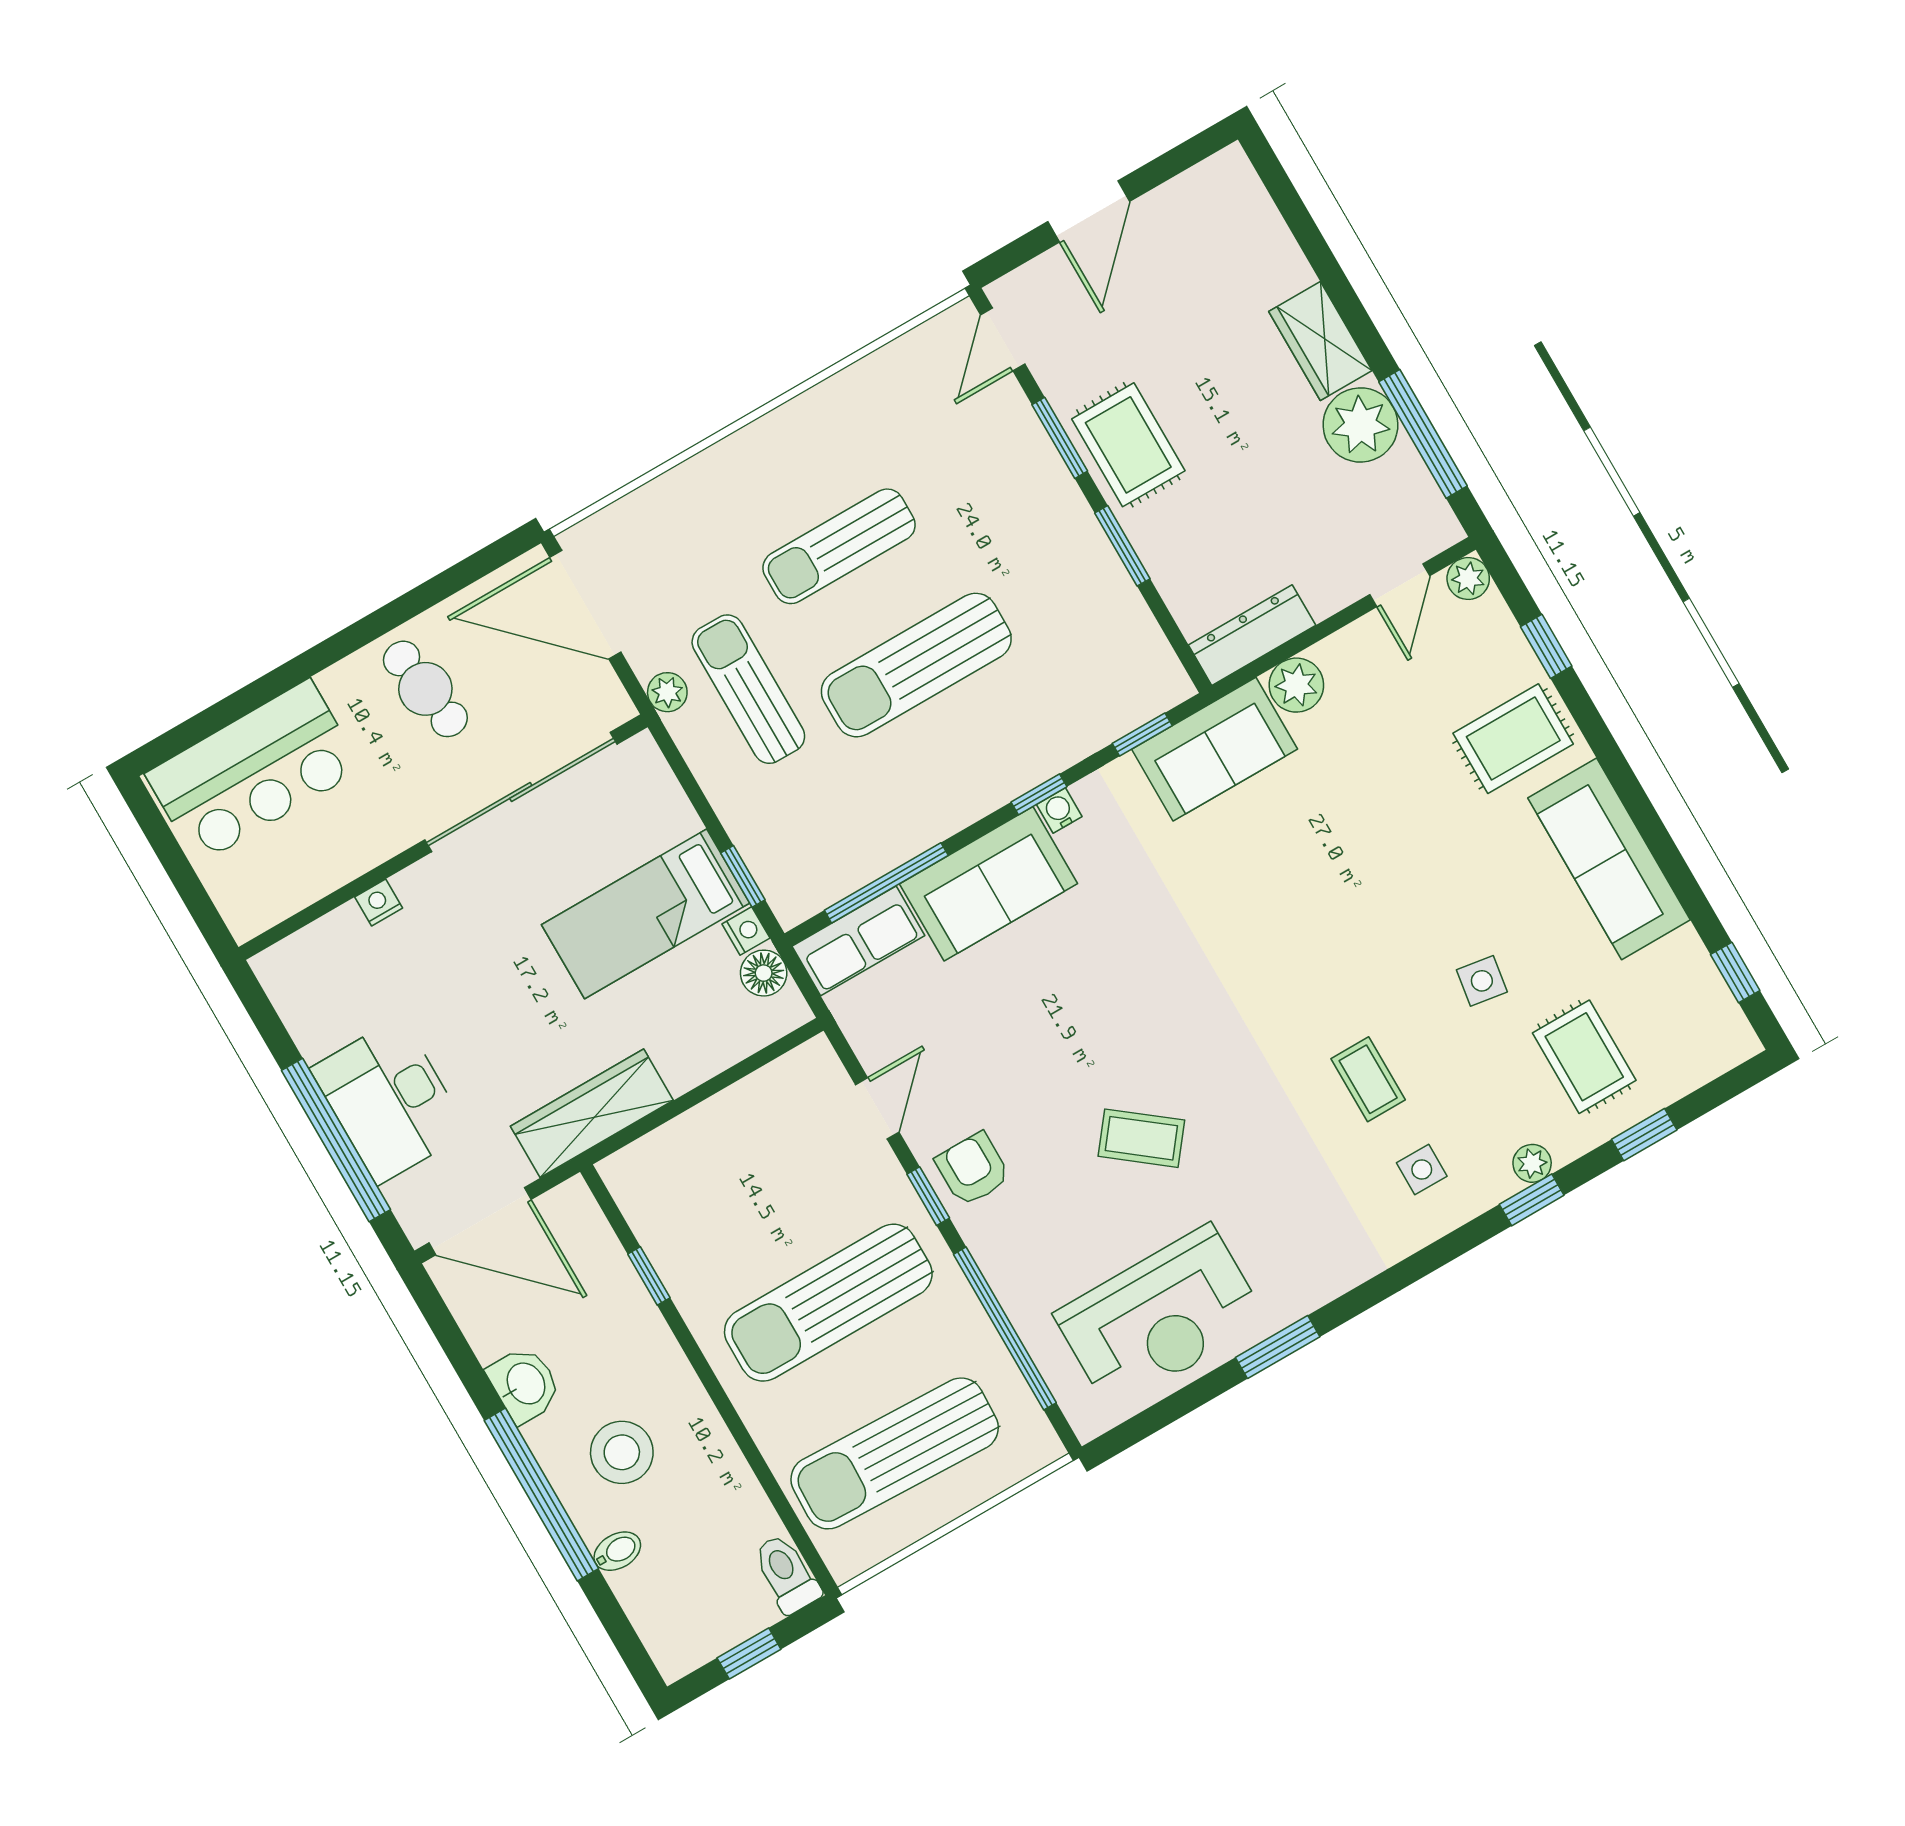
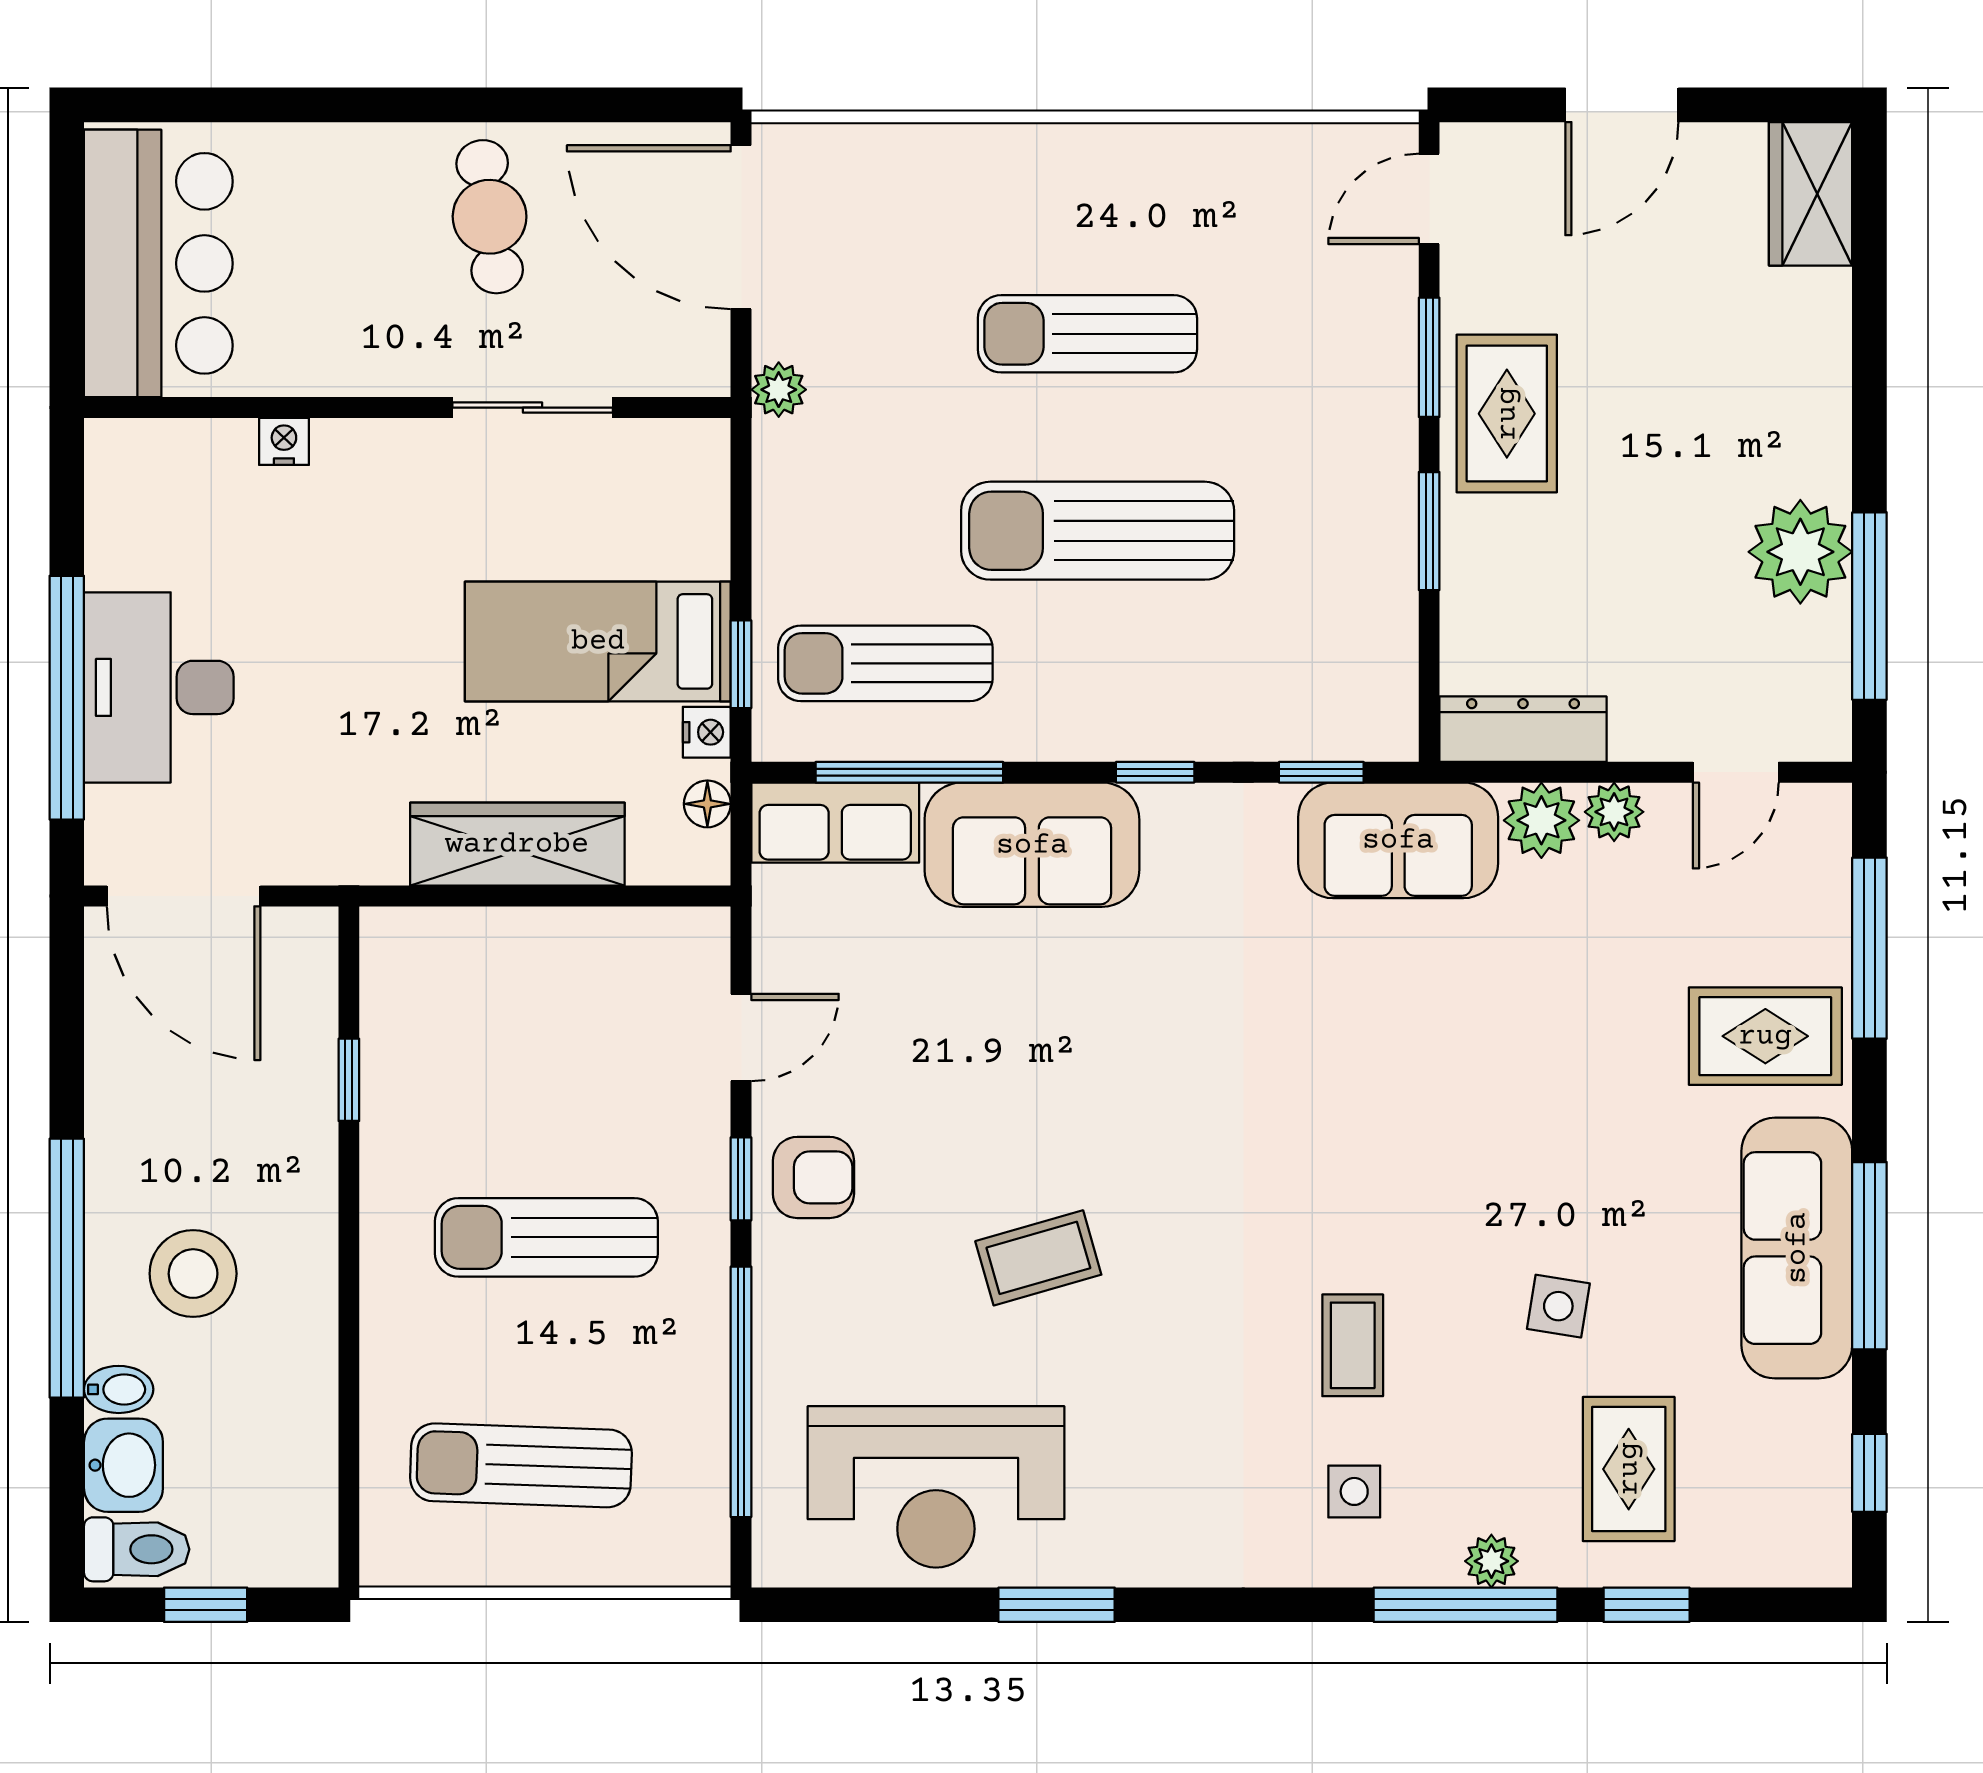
wardrobe: (1320, 341) -> (1811, 194), moved
plant: (1468, 578) -> (1614, 812), moved
window: (1546, 646) -> (1869, 948), width x2.17
sun lounger: (748, 689) -> (885, 663), moved, turned -90
bar counter: (254, 772) -> (158, 263), moved, turned -90
sliding door: (521, 792) -> (533, 408), width x0.54
water cooler: (1059, 810) -> (1168, 806), removed
window: (1657, 837) -> (1869, 1256), added
floor lamp: (764, 973) -> (707, 804), width x0.73, depth x0.73
wardrobe: (592, 1113) -> (517, 844), moved
coffee table: (1141, 1138) -> (1038, 1258), turned -54
armchair: (973, 1169) -> (813, 1177), turned 90
window: (1532, 1200) -> (1466, 1605), width x2.17
sun lounger: (828, 1303) -> (546, 1237), width x0.73, depth x0.75
washbasin: (525, 1384) -> (123, 1465), moved
sun lounger: (895, 1453) -> (521, 1465), width x0.73, depth x0.75
toilet: (786, 1574) -> (137, 1549), moved, turned 90

